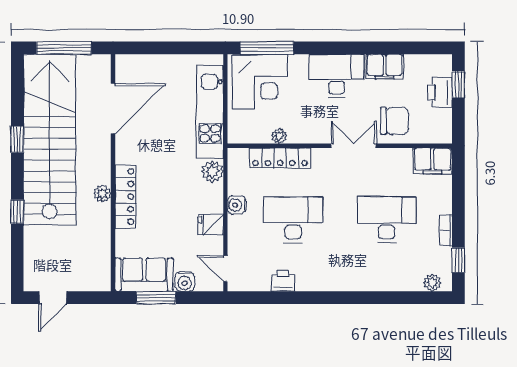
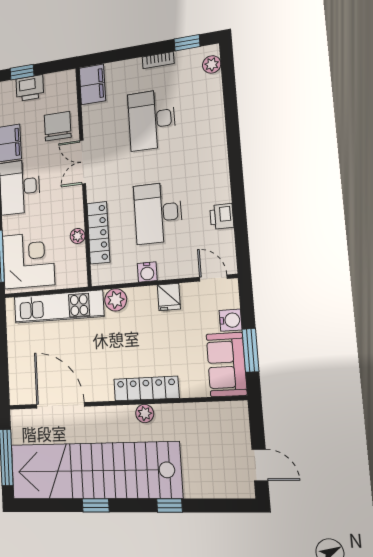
door: (225, 269) -> (213, 278), swing flipped

